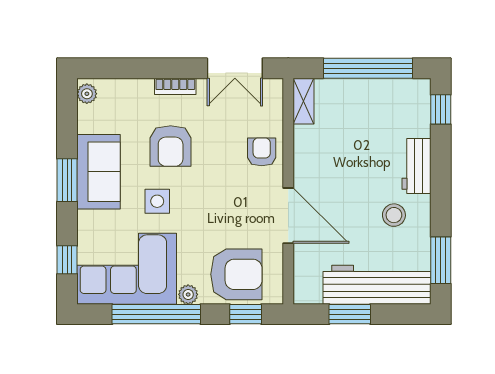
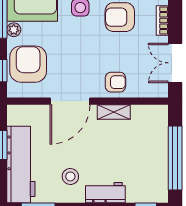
shelving: (304, 101) -> (114, 112), moved
armchair: (236, 274) -> (28, 64), turned 180

